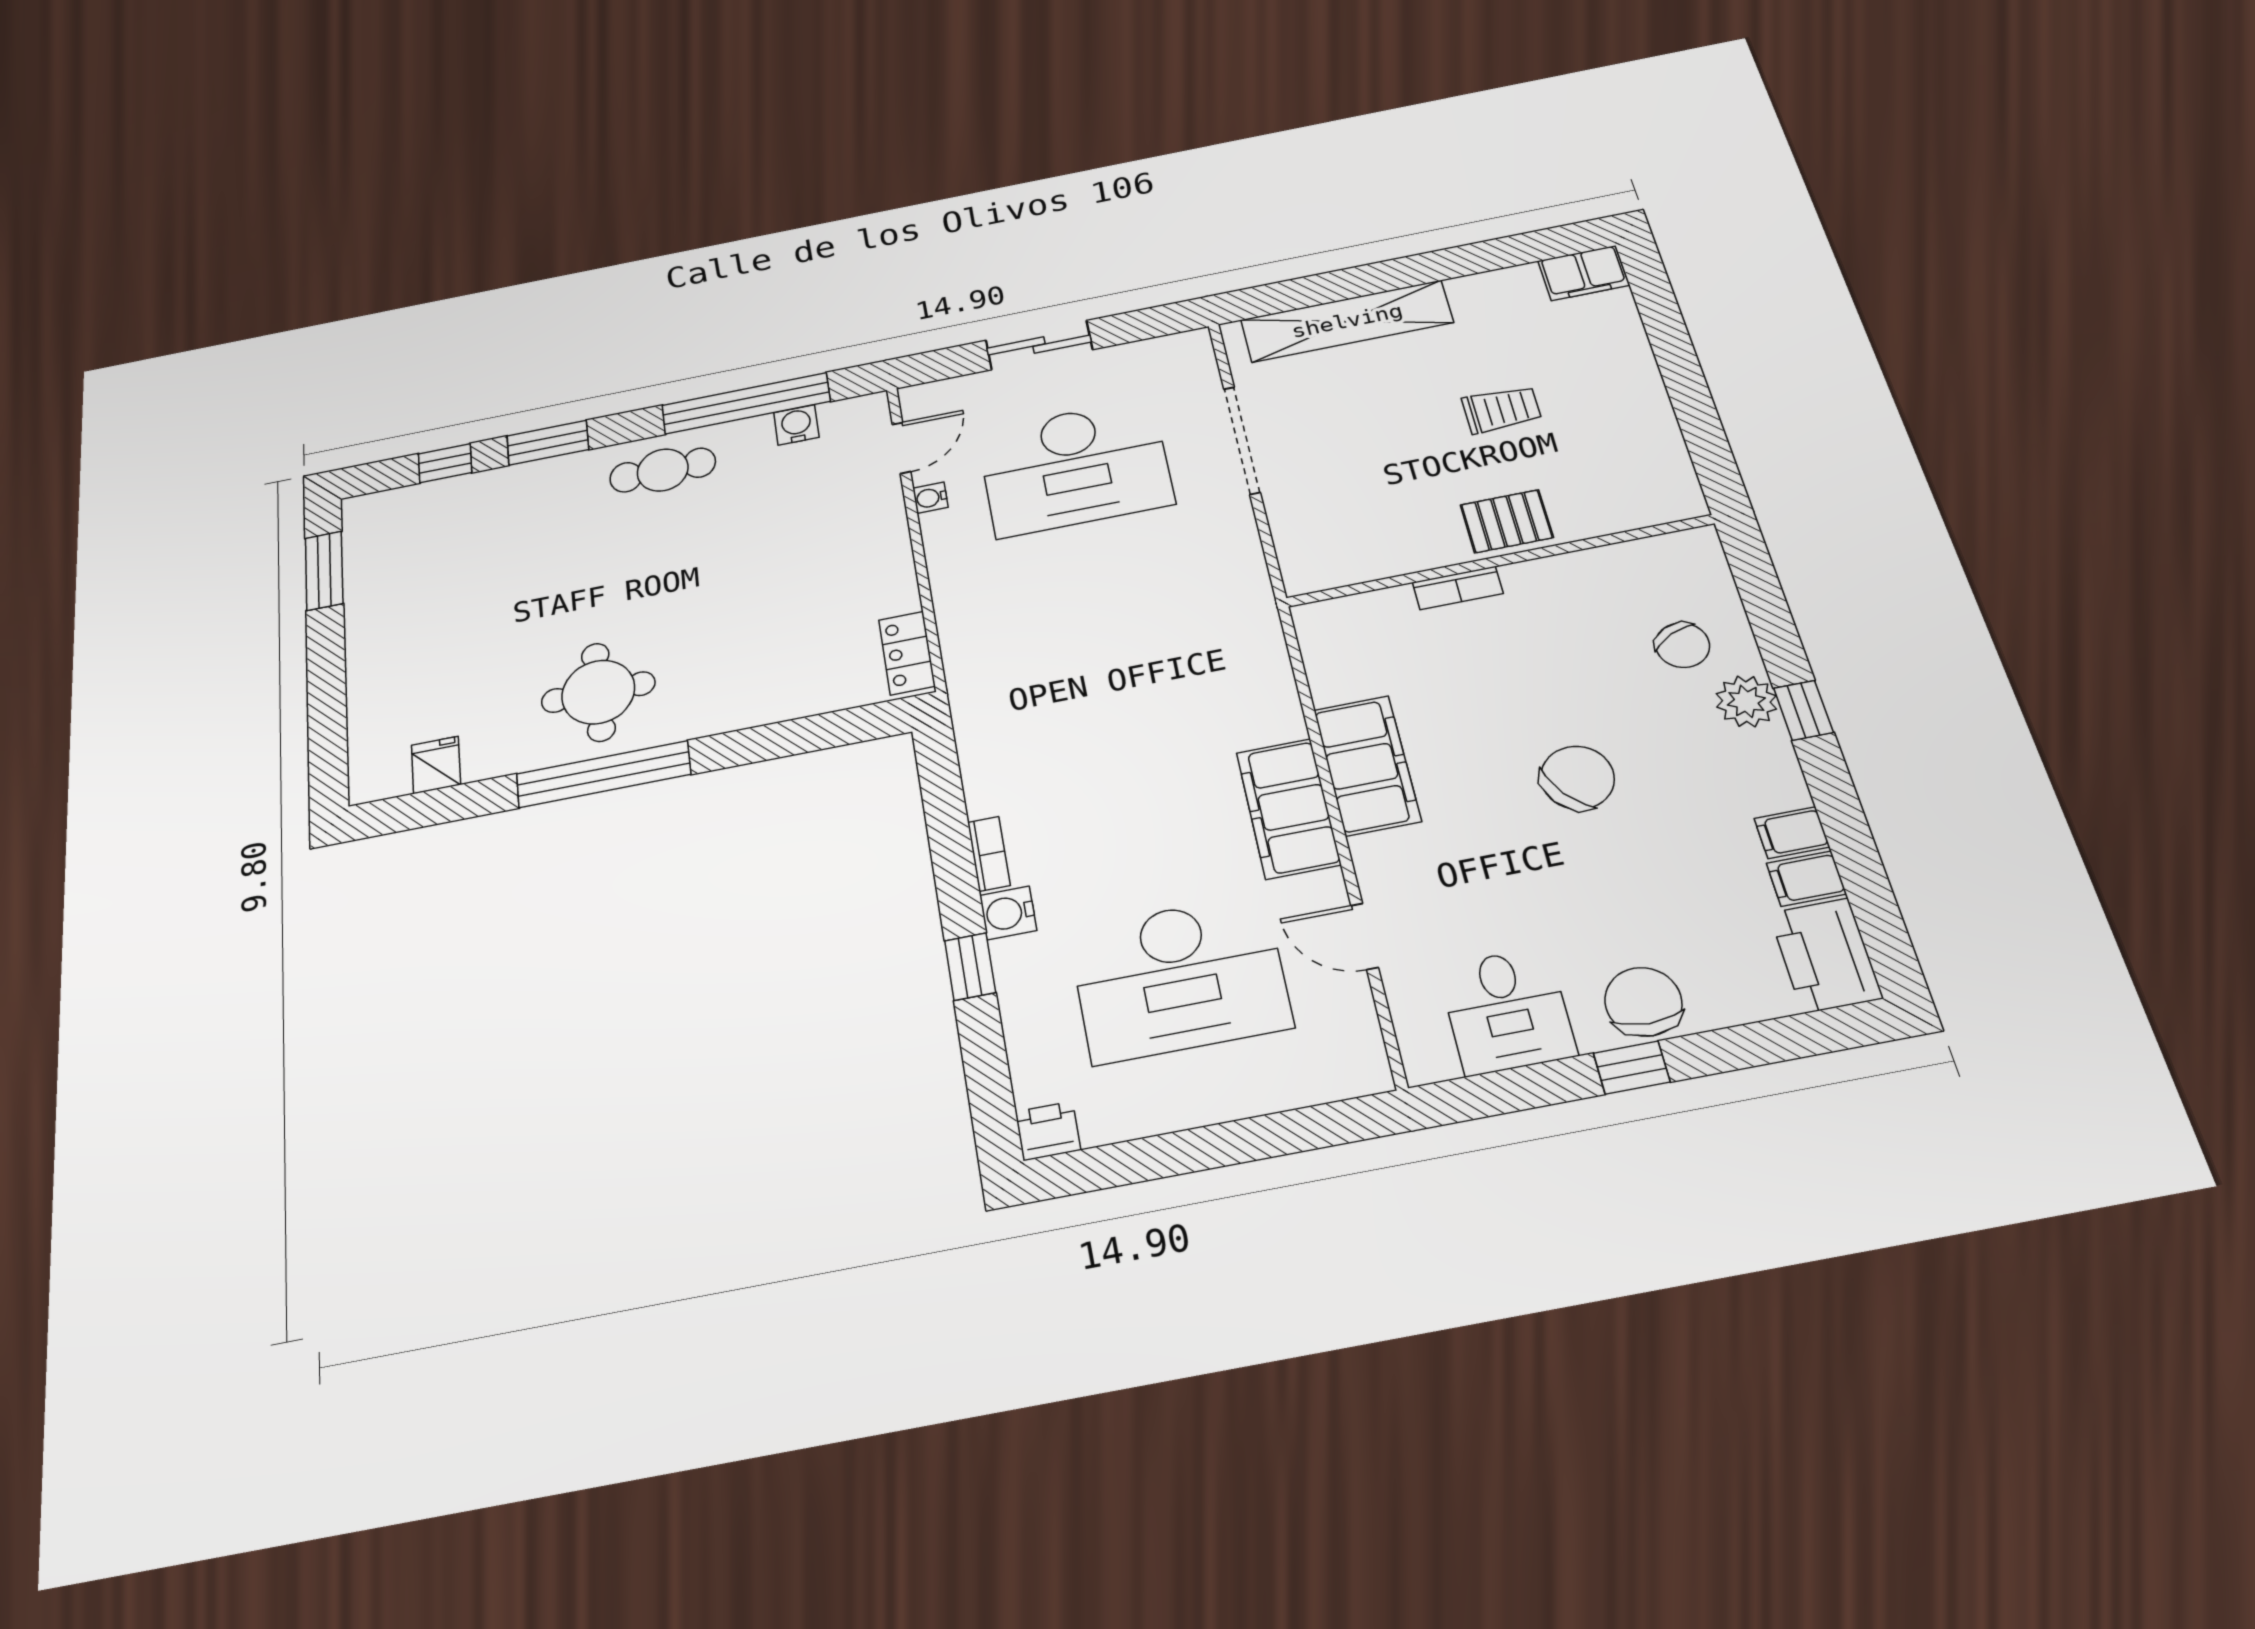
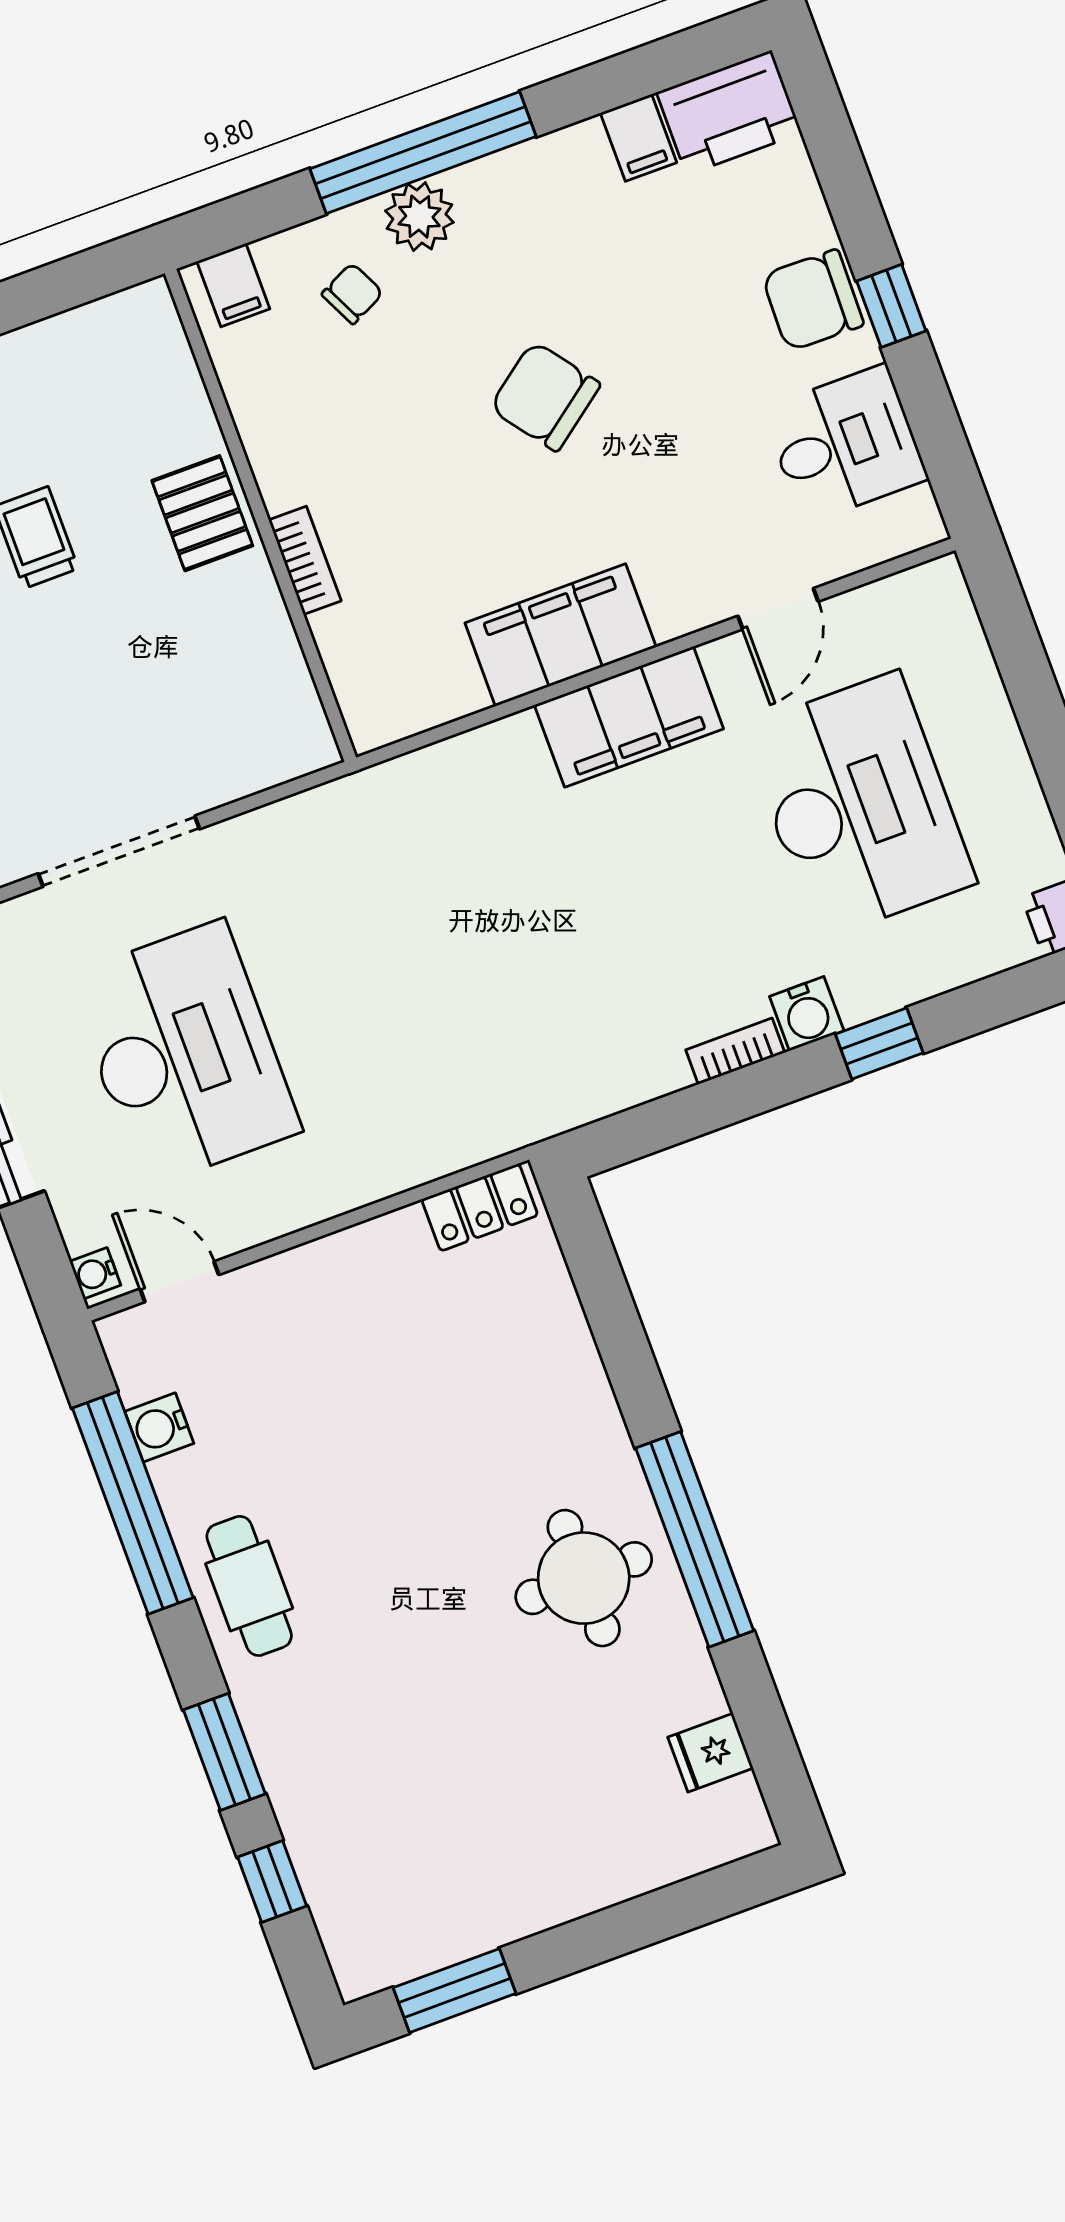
water cooler: (930, 498) -> (95, 1273), moved, turned 90
chair: (1682, 645) -> (352, 294), width x0.73, depth x0.73
window: (1803, 710) -> (423, 153), width x3.17
filing cabinet: (1792, 833) -> (233, 285), moved

